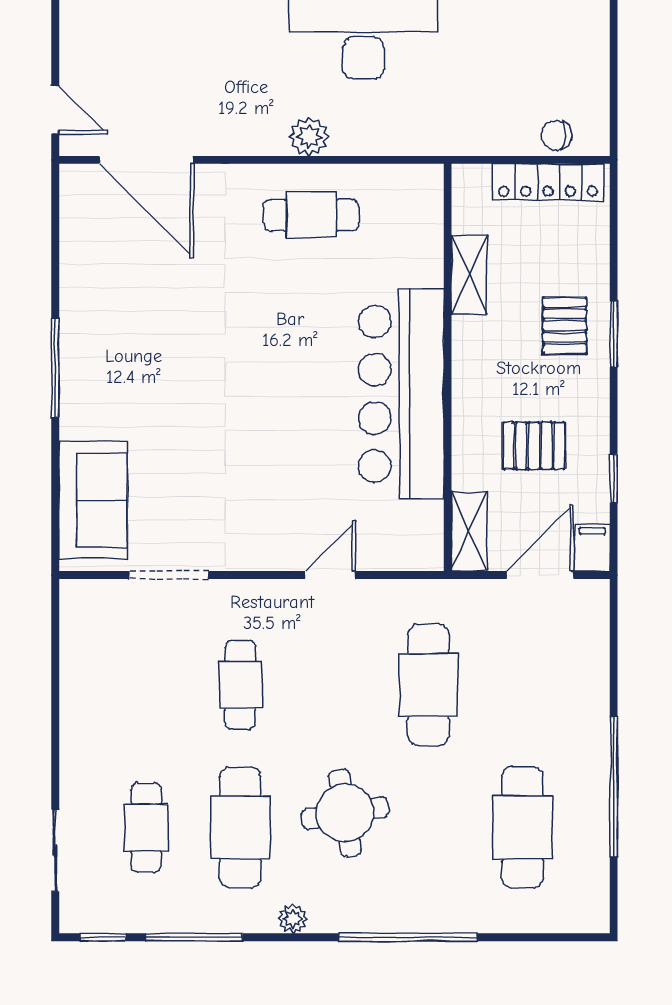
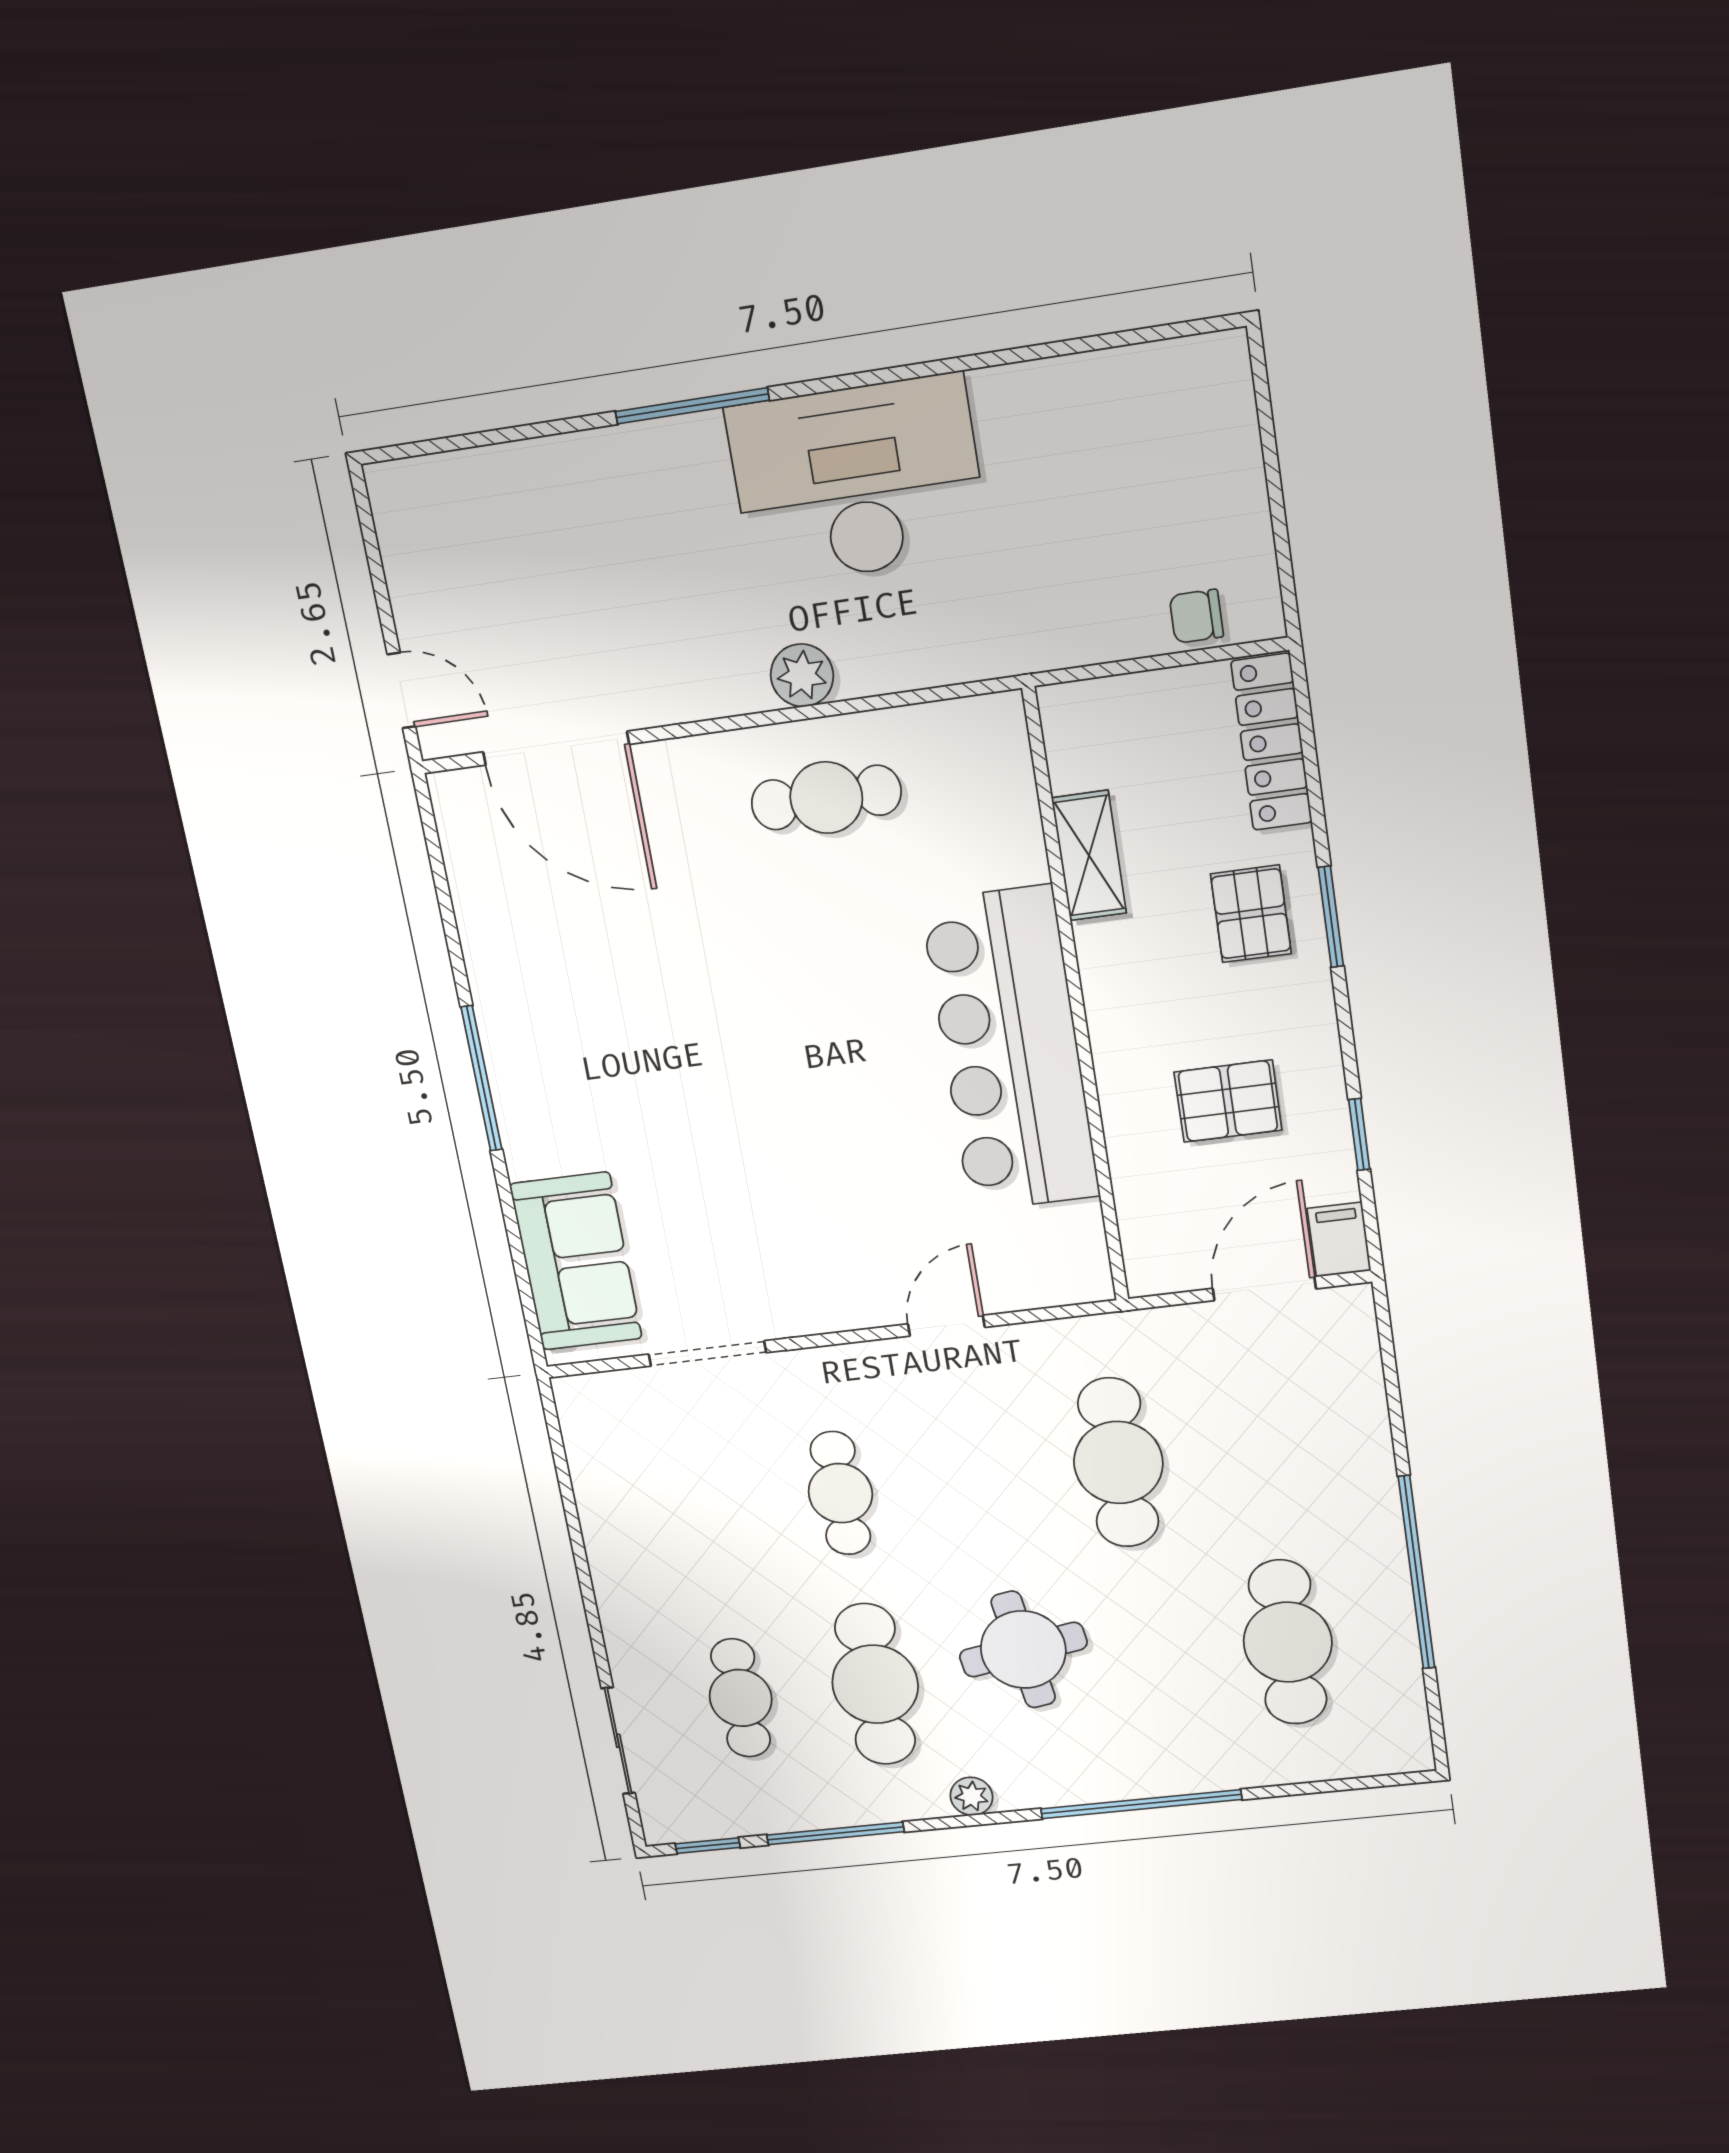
locker: (548, 182) -> (1272, 742), moved, turned 90
shelving: (469, 531) -> (1146, 1238), removed

